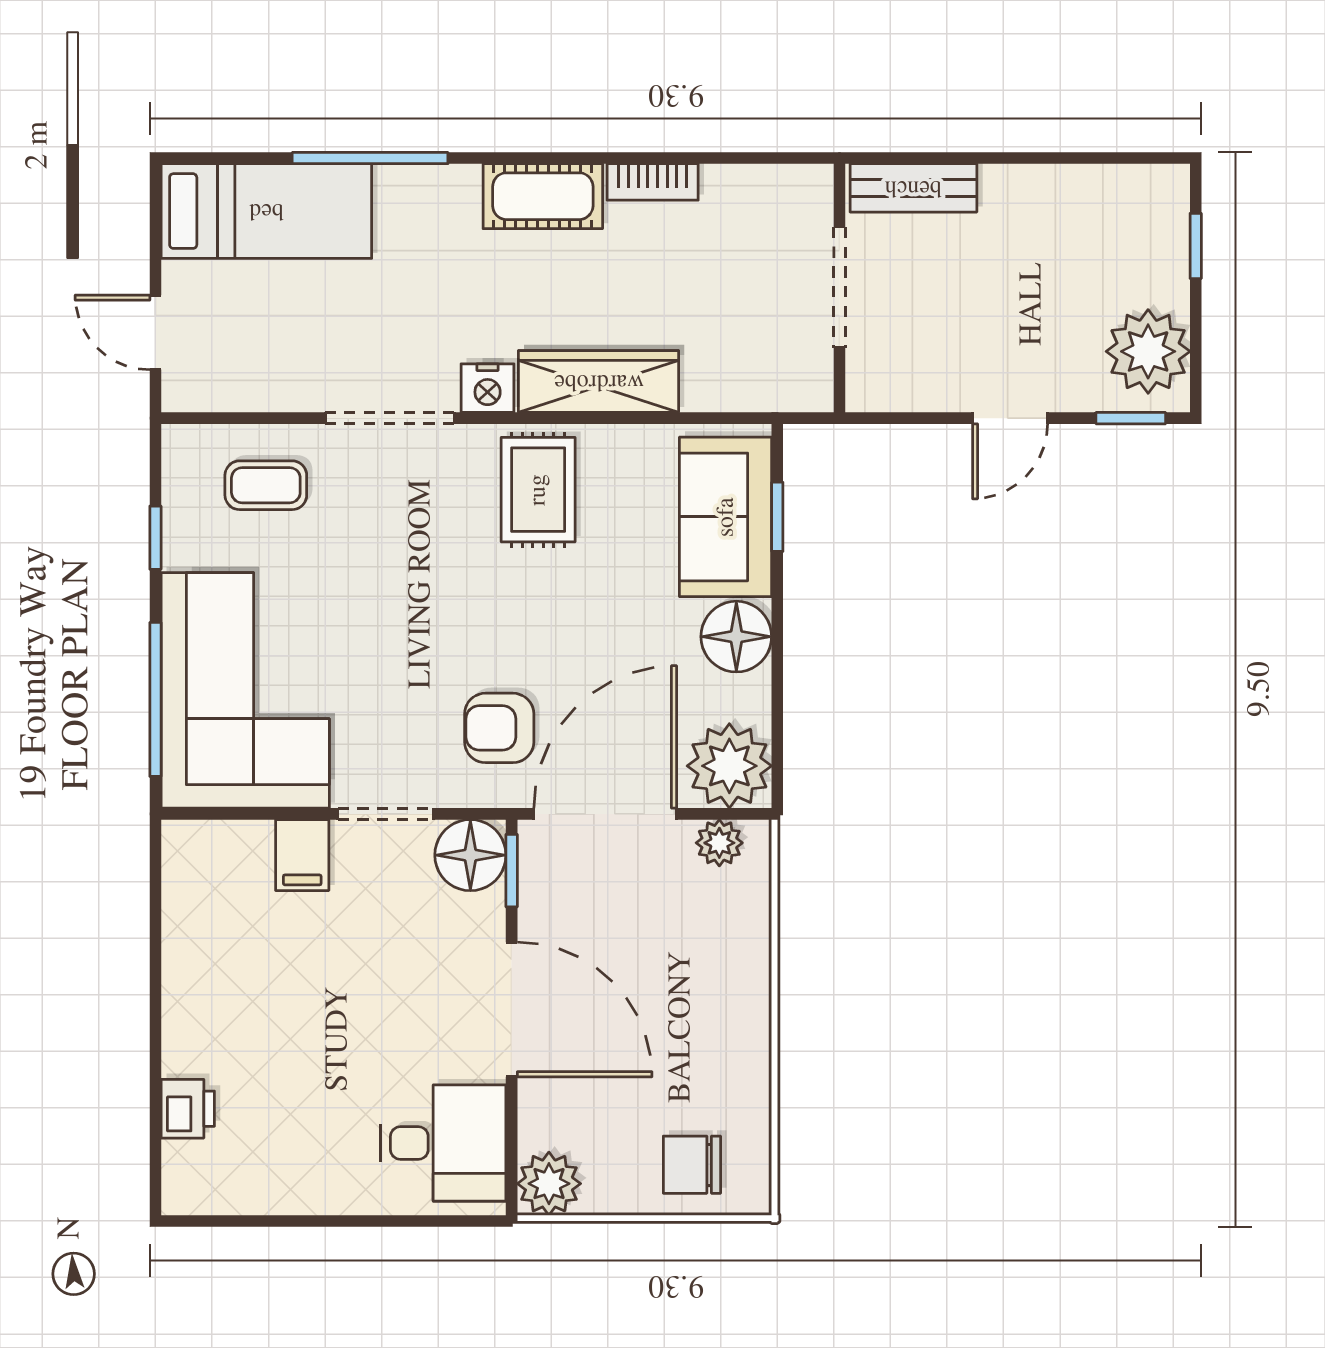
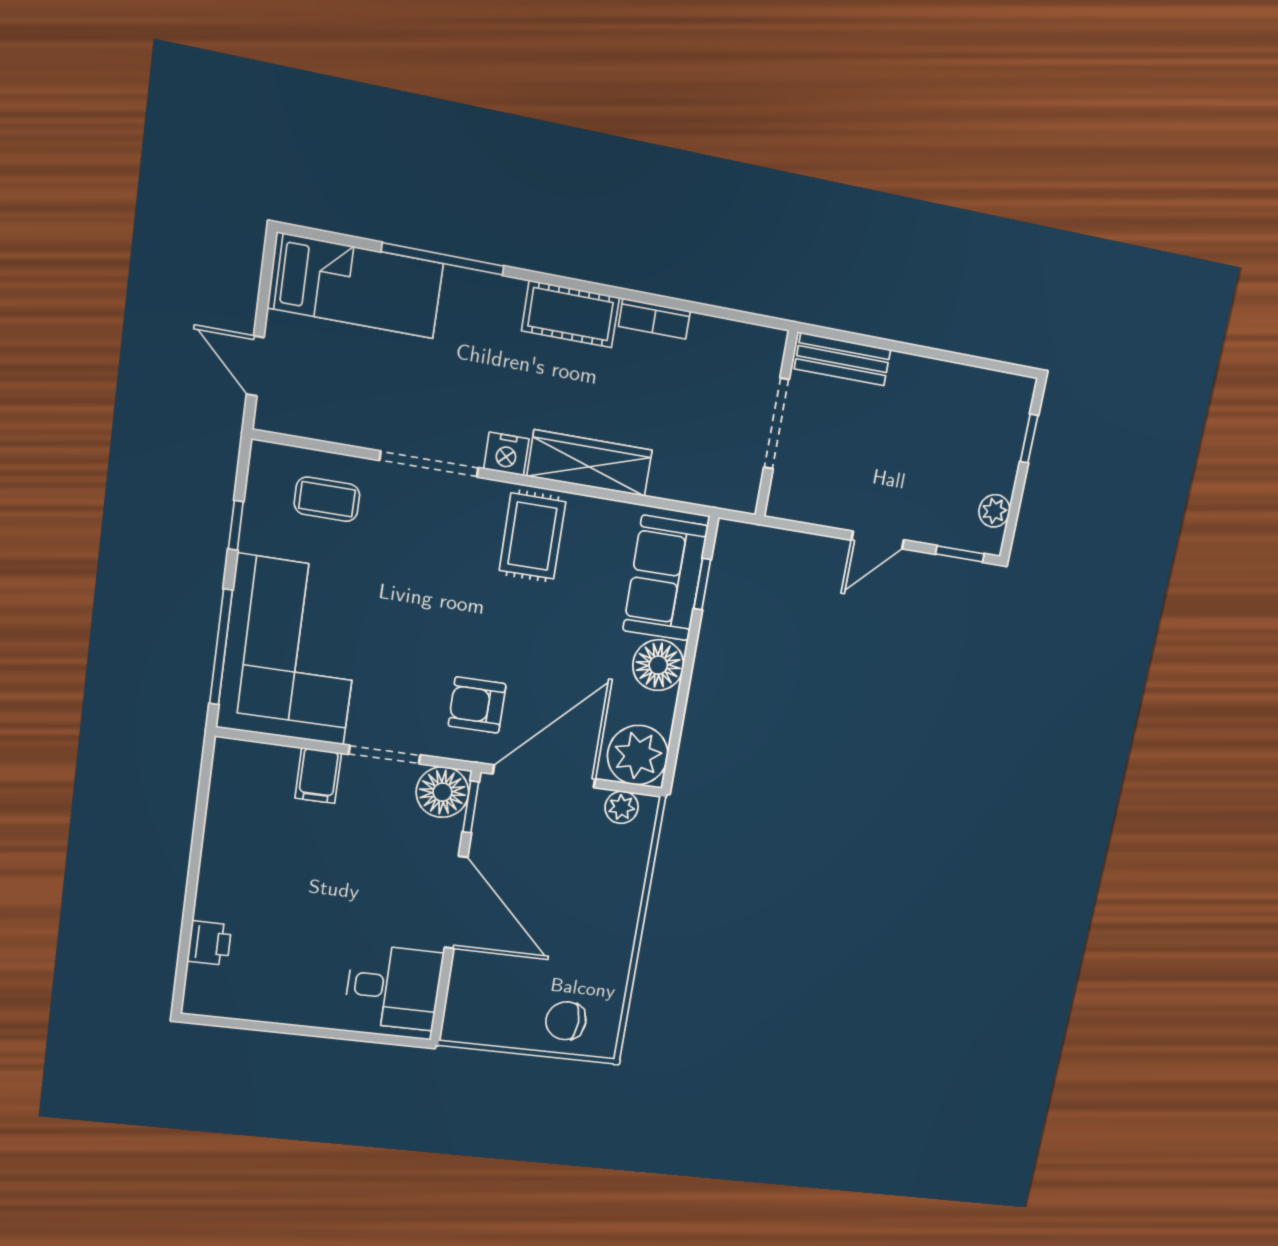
plant: (1148, 351) -> (994, 511), width x0.53, depth x0.53
plant: (549, 1184) -> (464, 1022), removed

